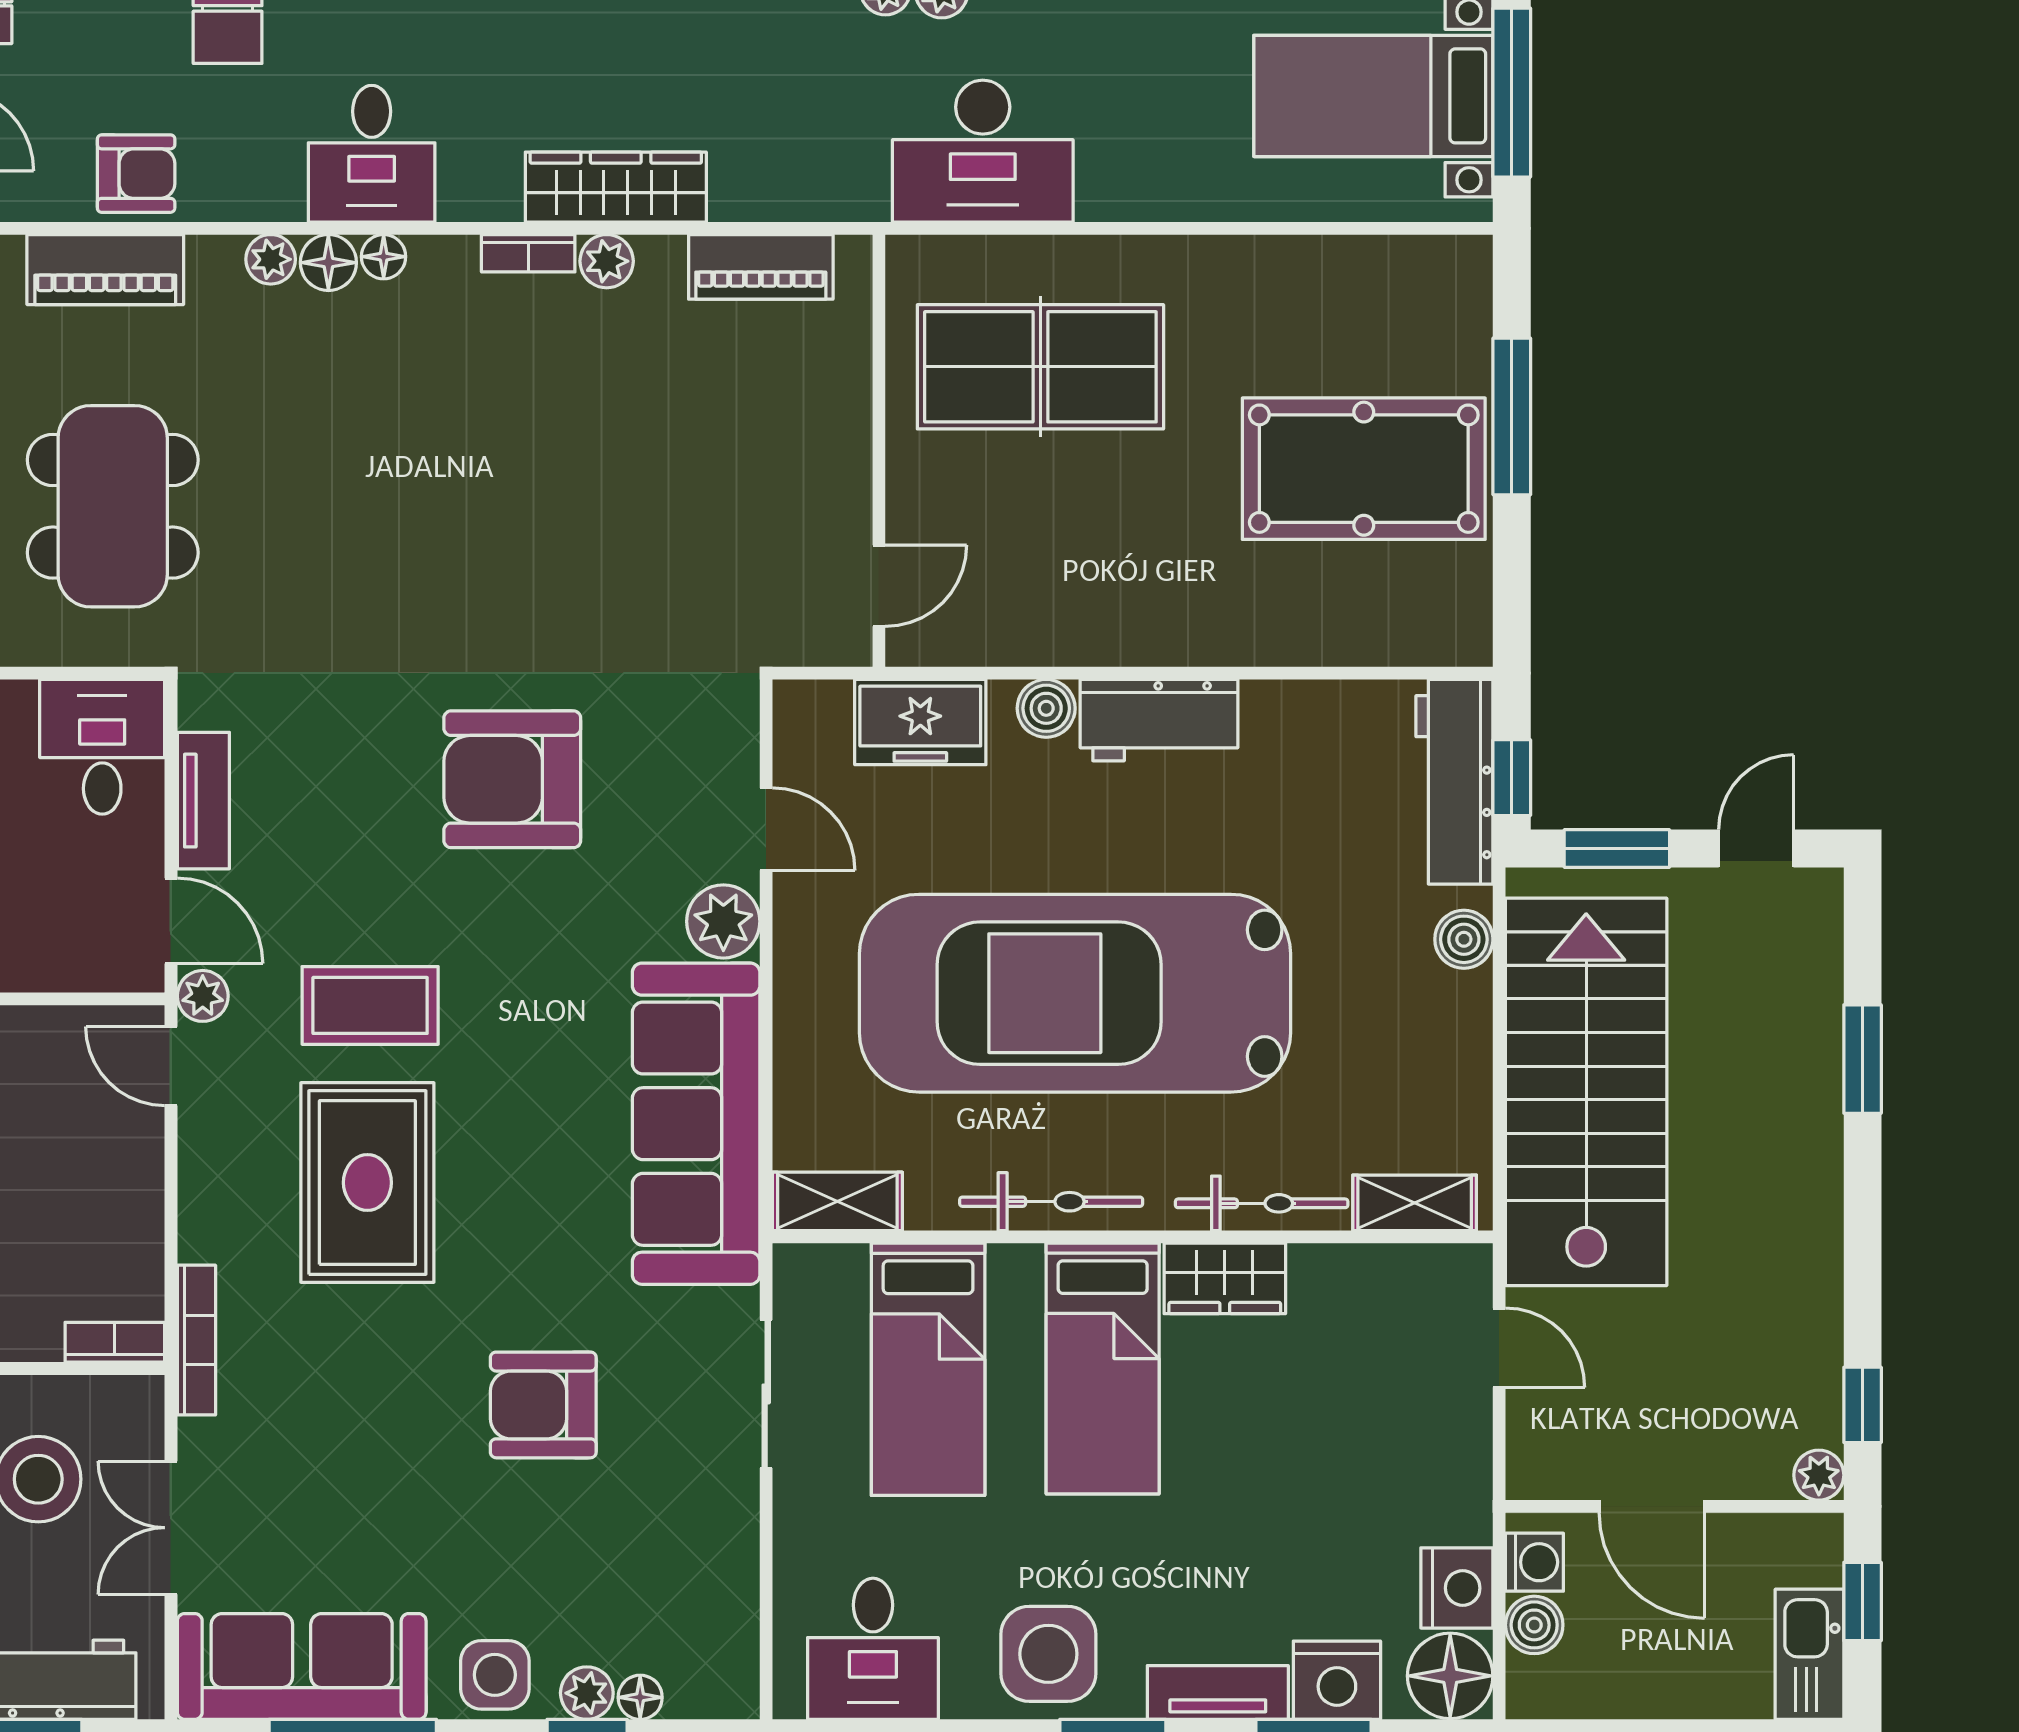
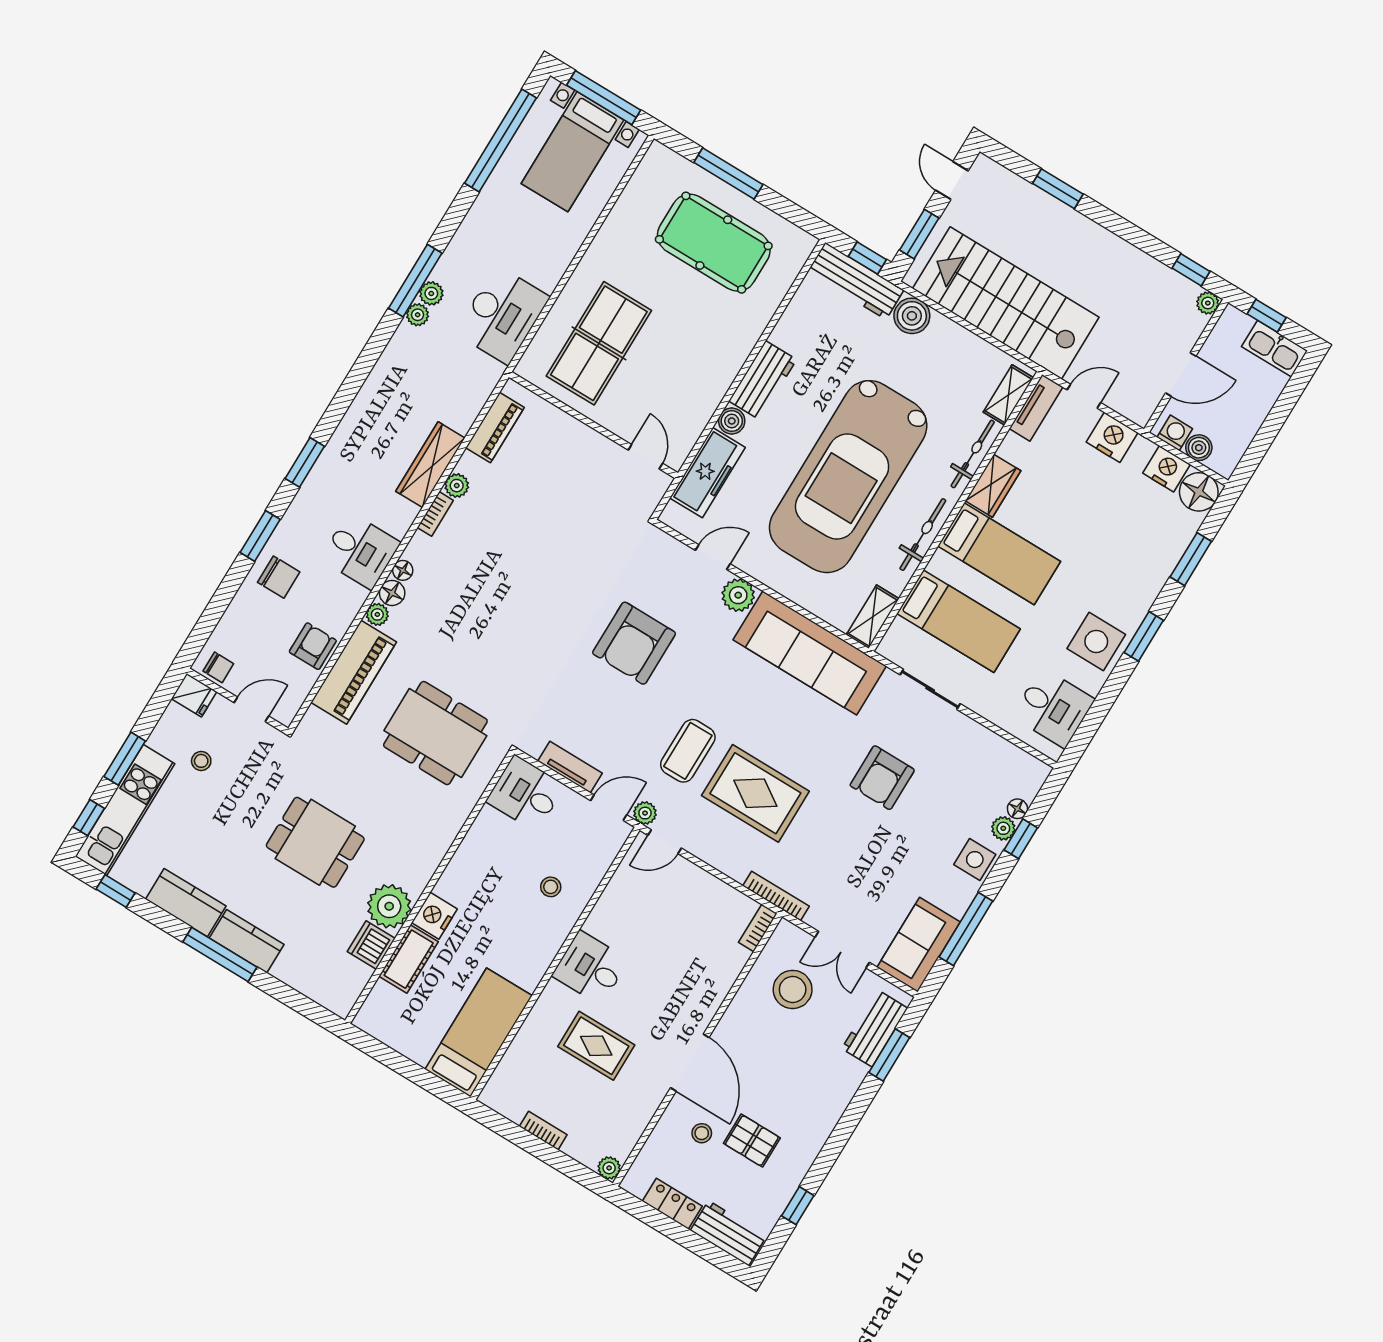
piano: (105, 270) -> (354, 672), width x1.37, depth x1.33
pool table: (1364, 469) -> (714, 243), turned 90
freezer: (920, 722) -> (708, 473), width x1.40
boiler: (1464, 939) -> (912, 316), width x1.36, depth x1.36
sofa: (302, 1666) -> (919, 945), width x0.73
nightstand: (1337, 1680) -> (1112, 437), moved, turned -90
tv unit: (1218, 1692) -> (1036, 408), moved, turned 180

